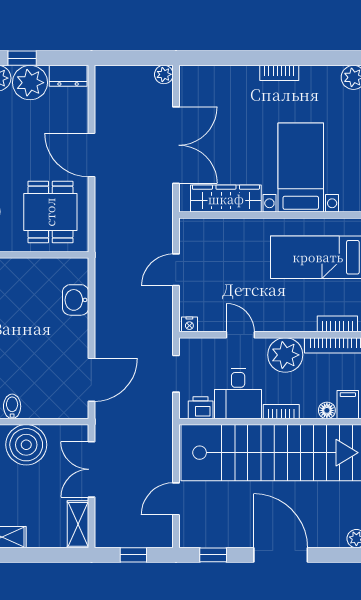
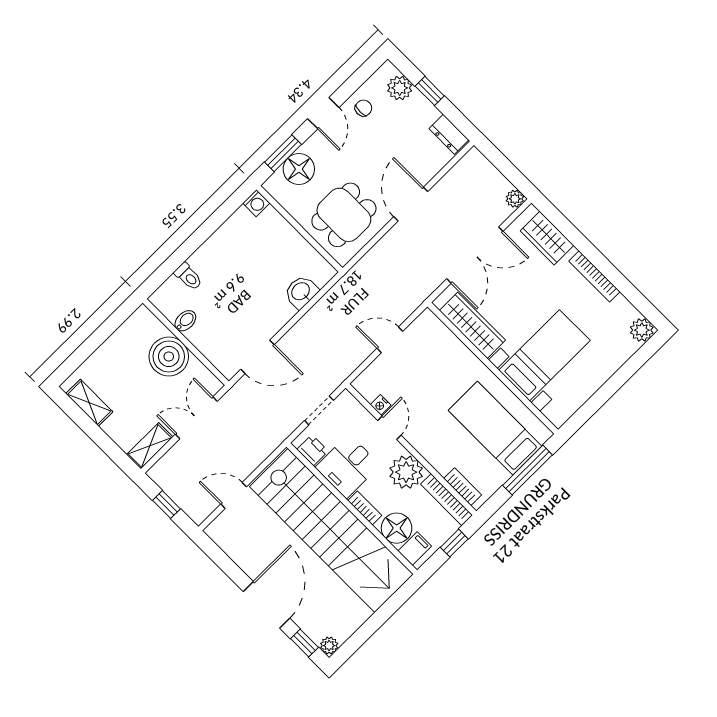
bookcase: (279, 73) -> (594, 276), width x1.56
wardrobe: (216, 80) -> (547, 238), added
plant: (30, 83) -> (418, 113), removed
nightstand: (189, 324) -> (381, 405), moved
floor lamp: (327, 410) -> (397, 528), width x1.89, depth x1.89
window: (213, 555) -> (304, 643), moved

